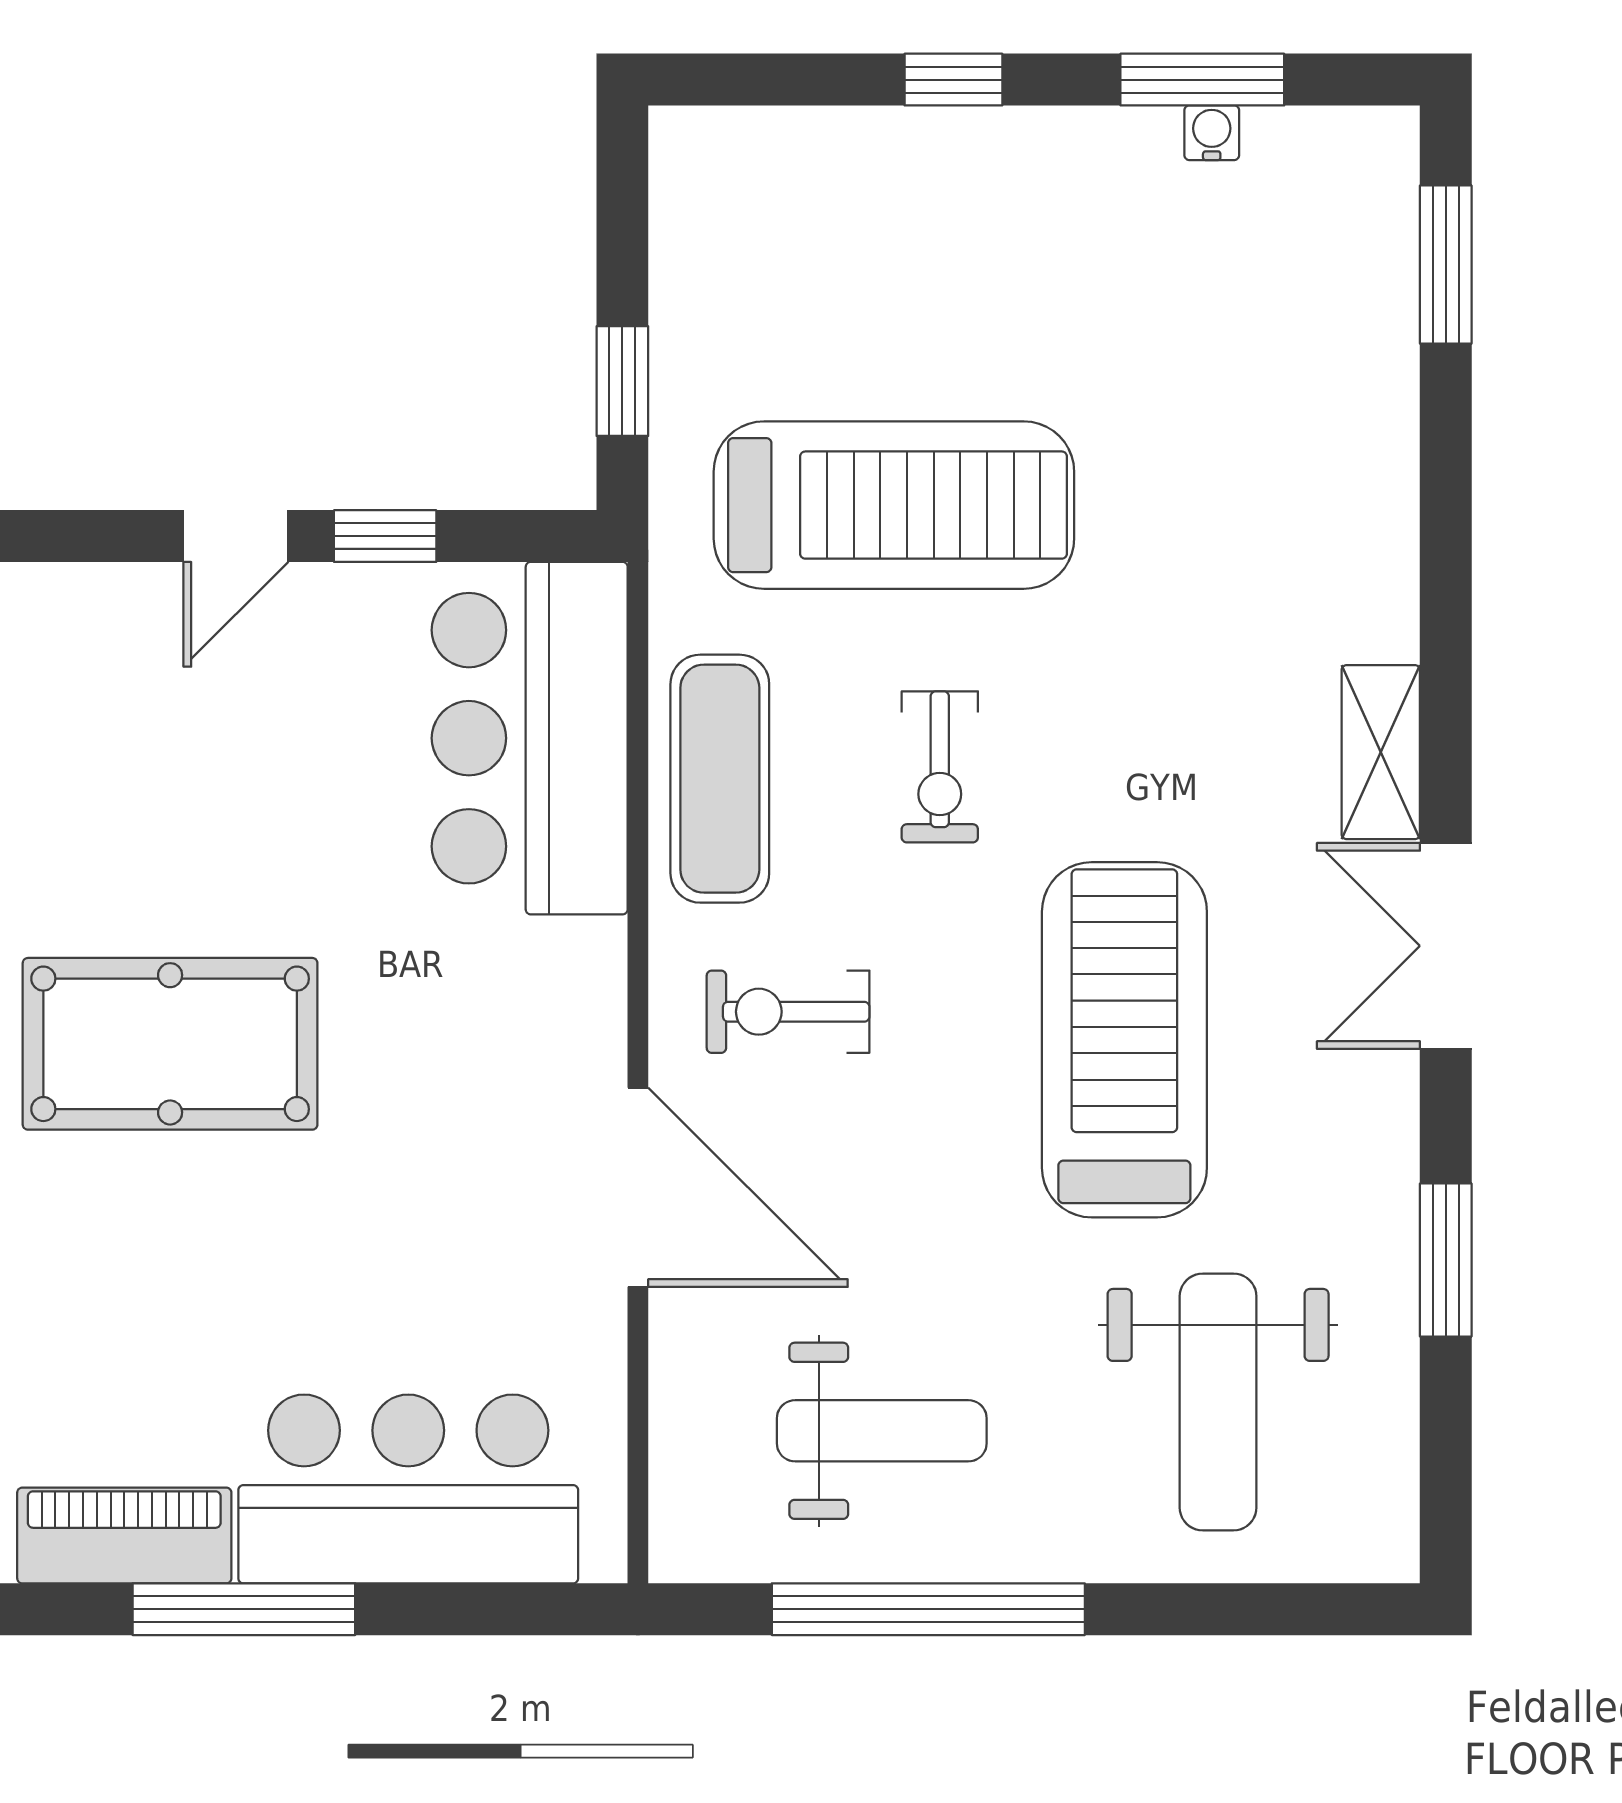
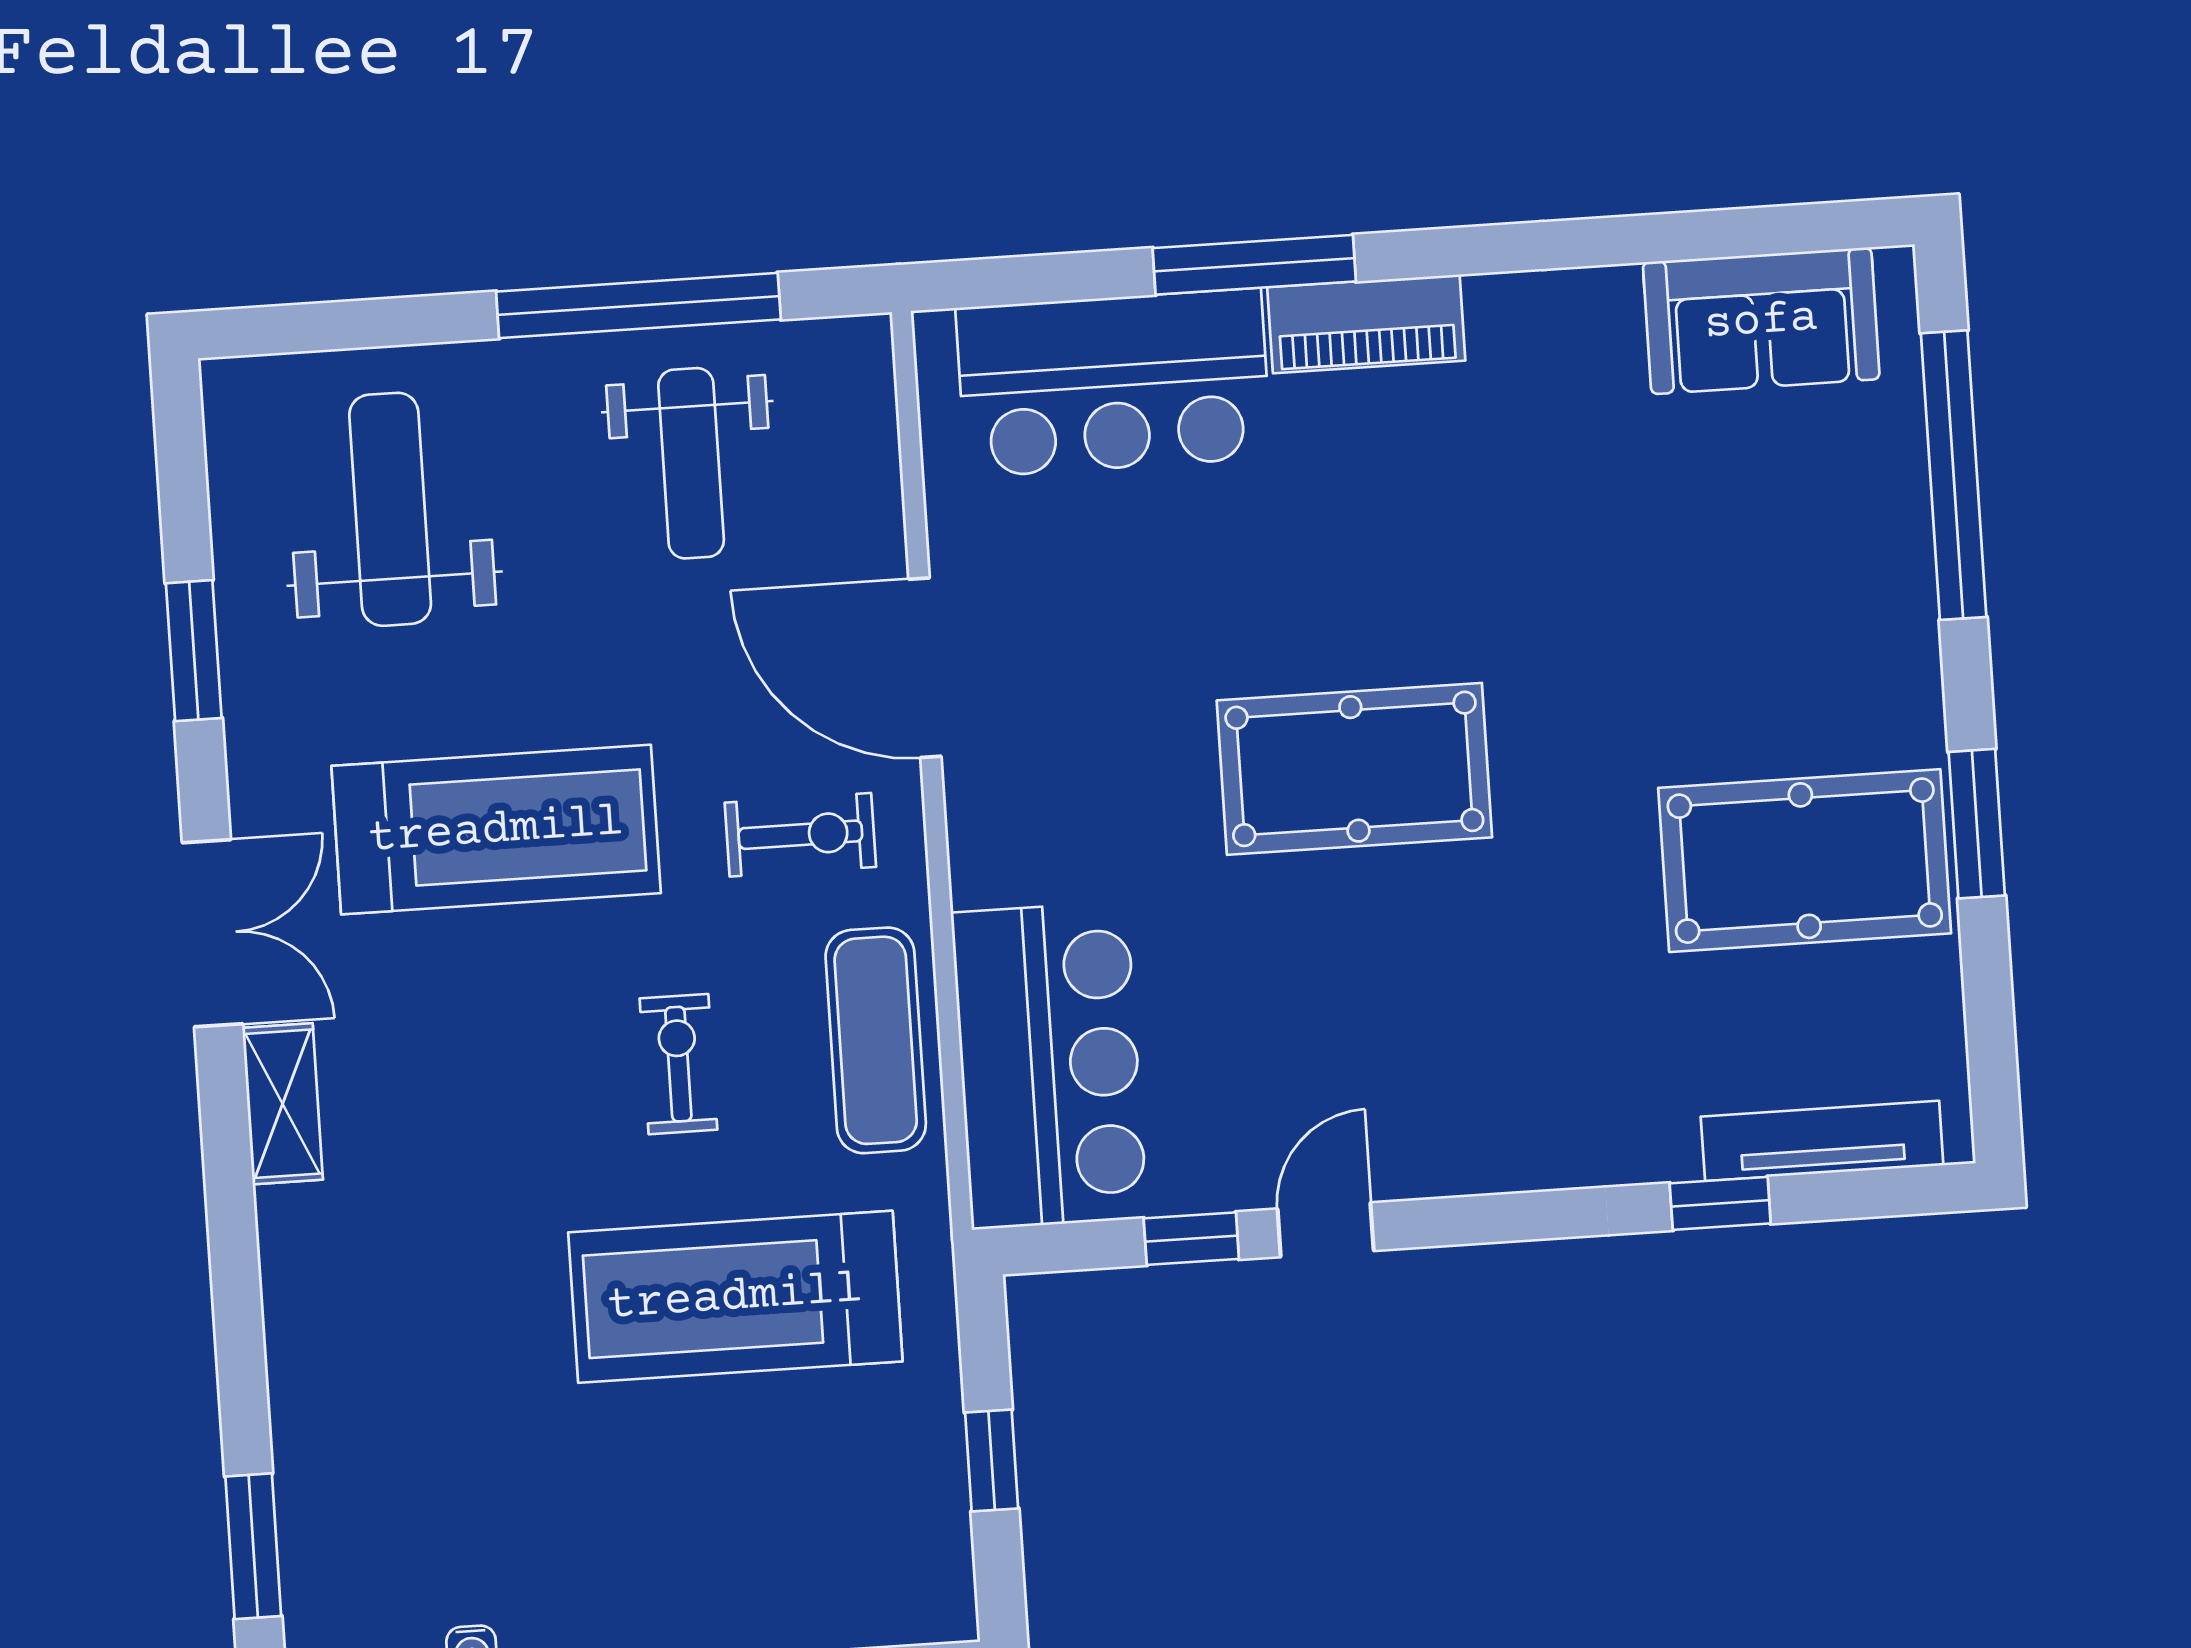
window: (622, 381) -> (992, 1460), moved
treadmill: (1124, 1040) -> (496, 830), turned -90
weight bench: (882, 1431) -> (691, 463), turned -90

